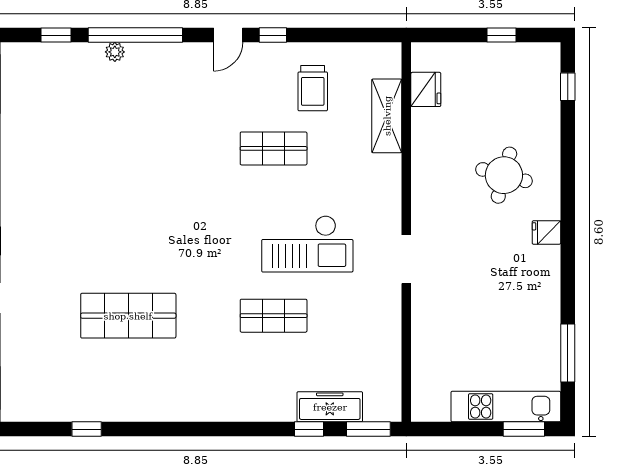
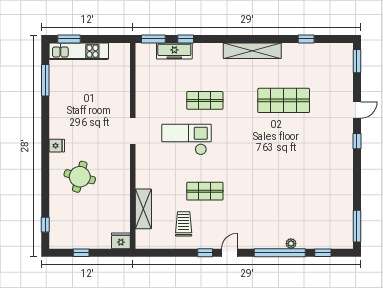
fridge: (426, 89) -> (121, 241), moved, turned 90
shelving: (186, 407) -> (252, 51), added

